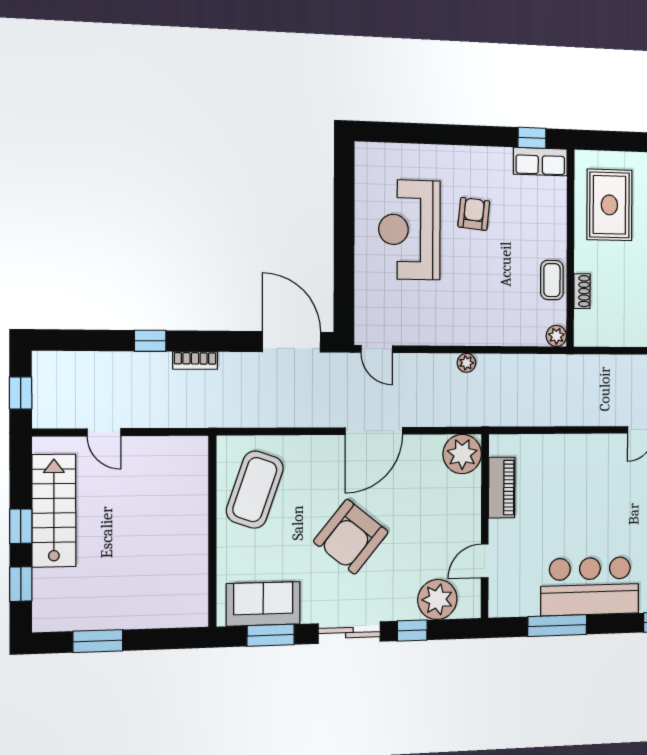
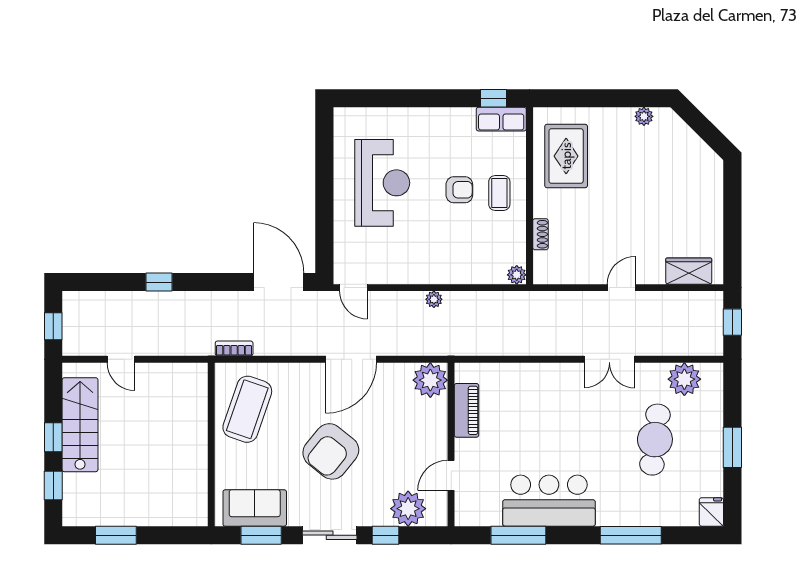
armchair: (474, 214) -> (459, 190), moved, turned 84
reception desk: (409, 230) -> (382, 183), turned 180
coffee table: (552, 280) -> (499, 193), moved
bookcase: (195, 360) -> (234, 348), moved, turned 180

